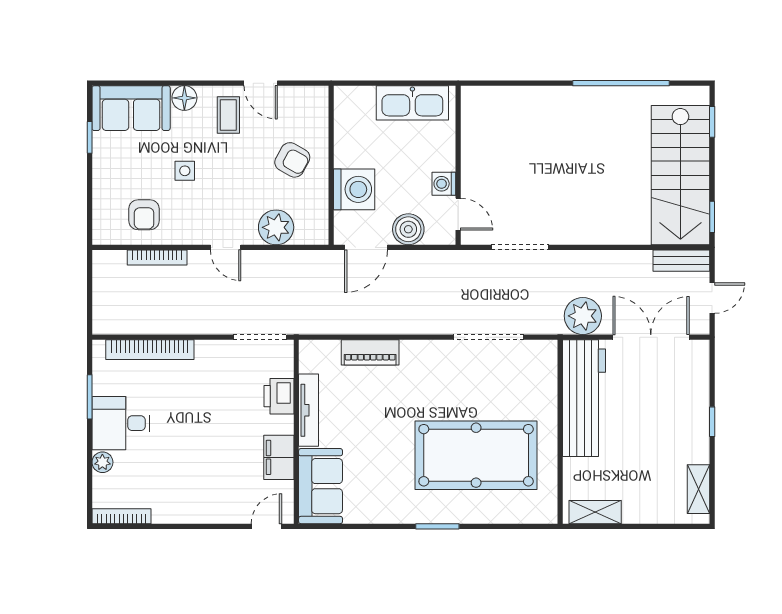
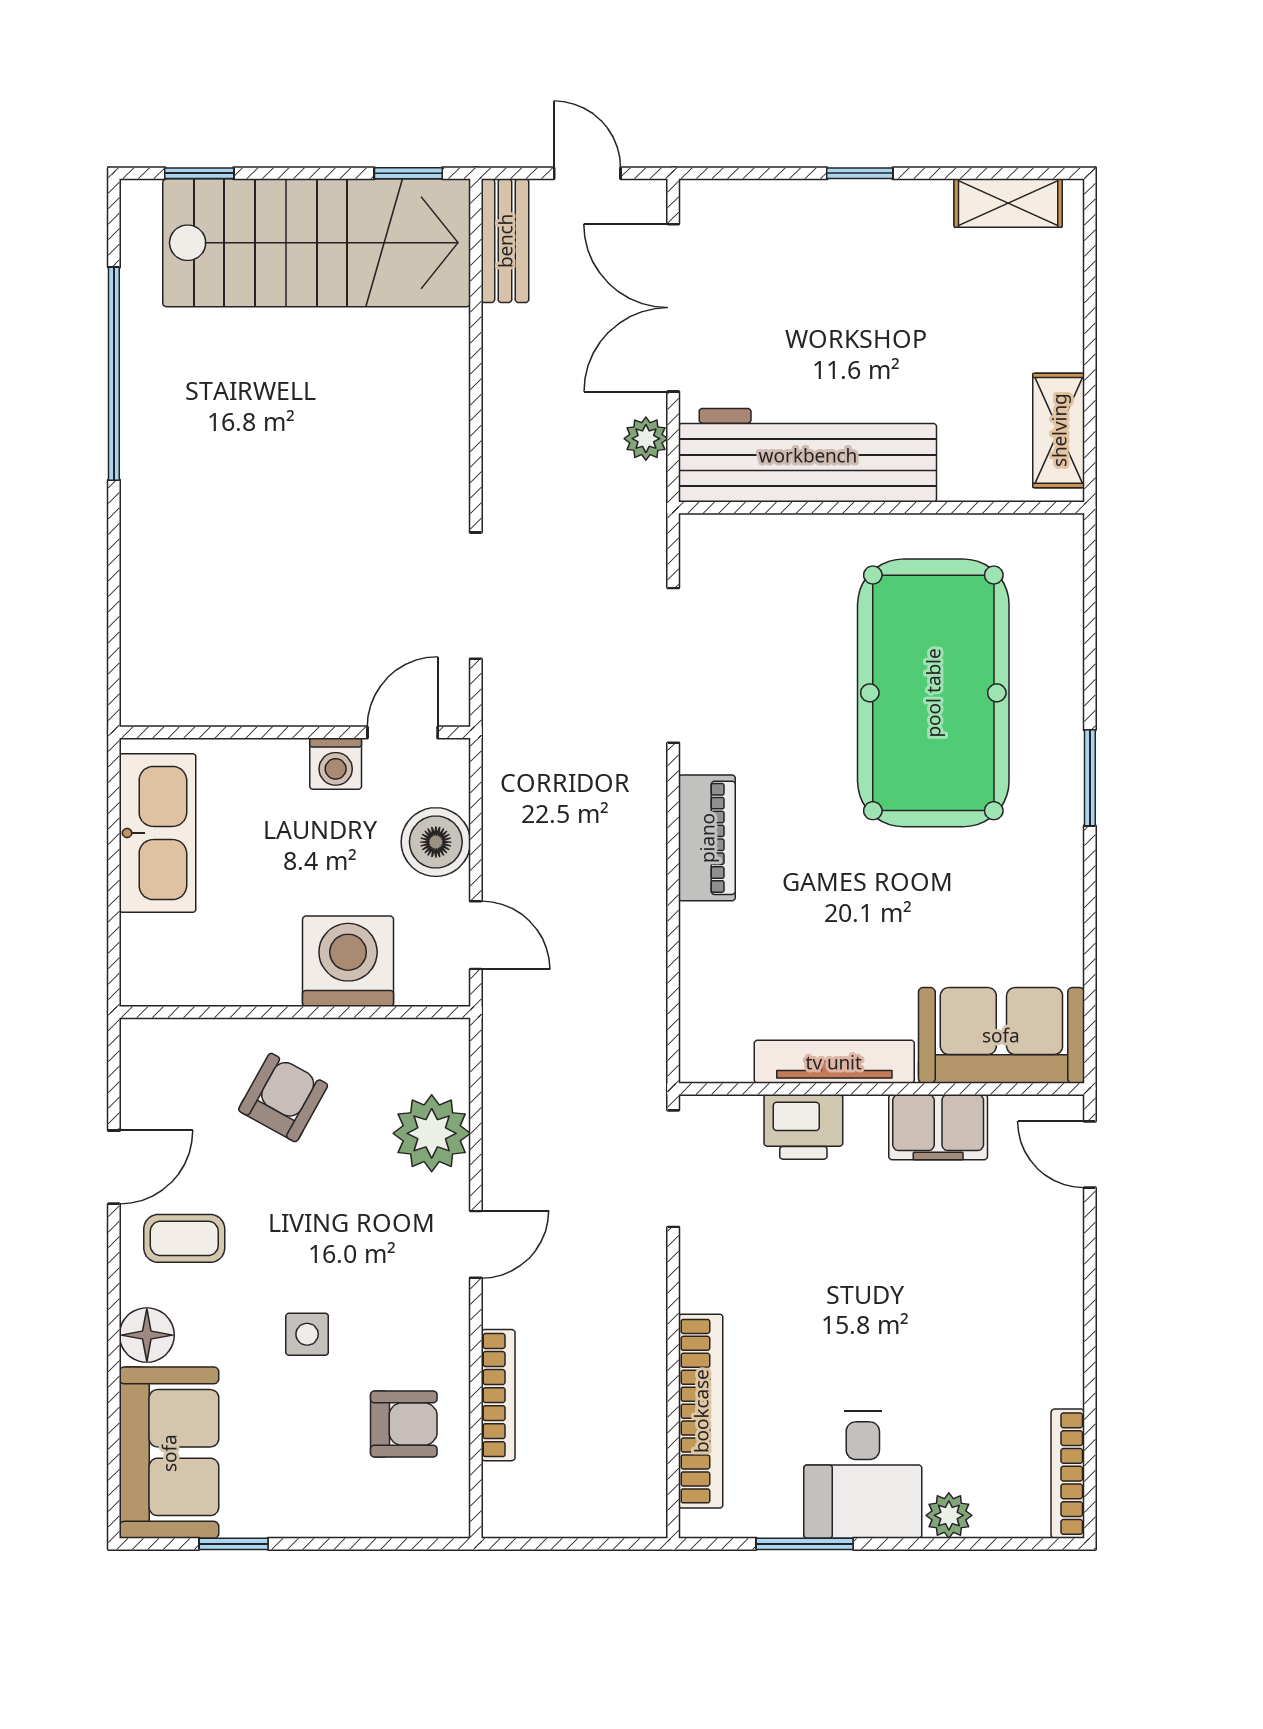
door: (366, 247) -> (476, 935), width x0.73
plant: (583, 316) -> (646, 439), width x0.53, depth x0.53
piano: (370, 352) -> (707, 838), moved

